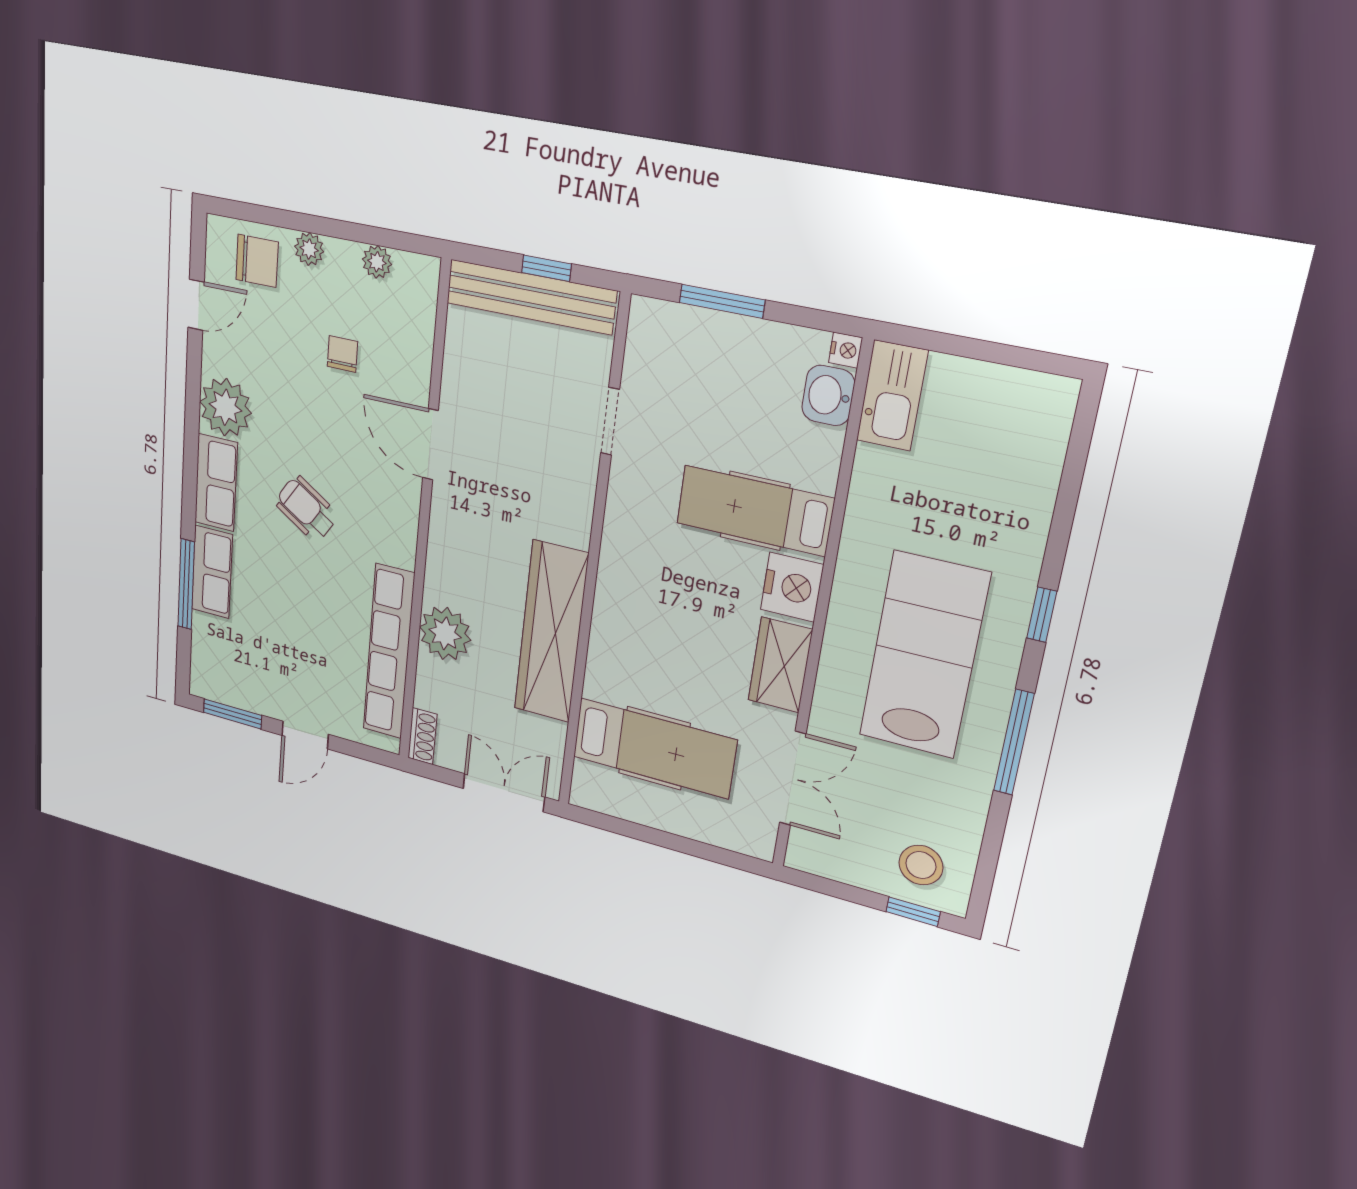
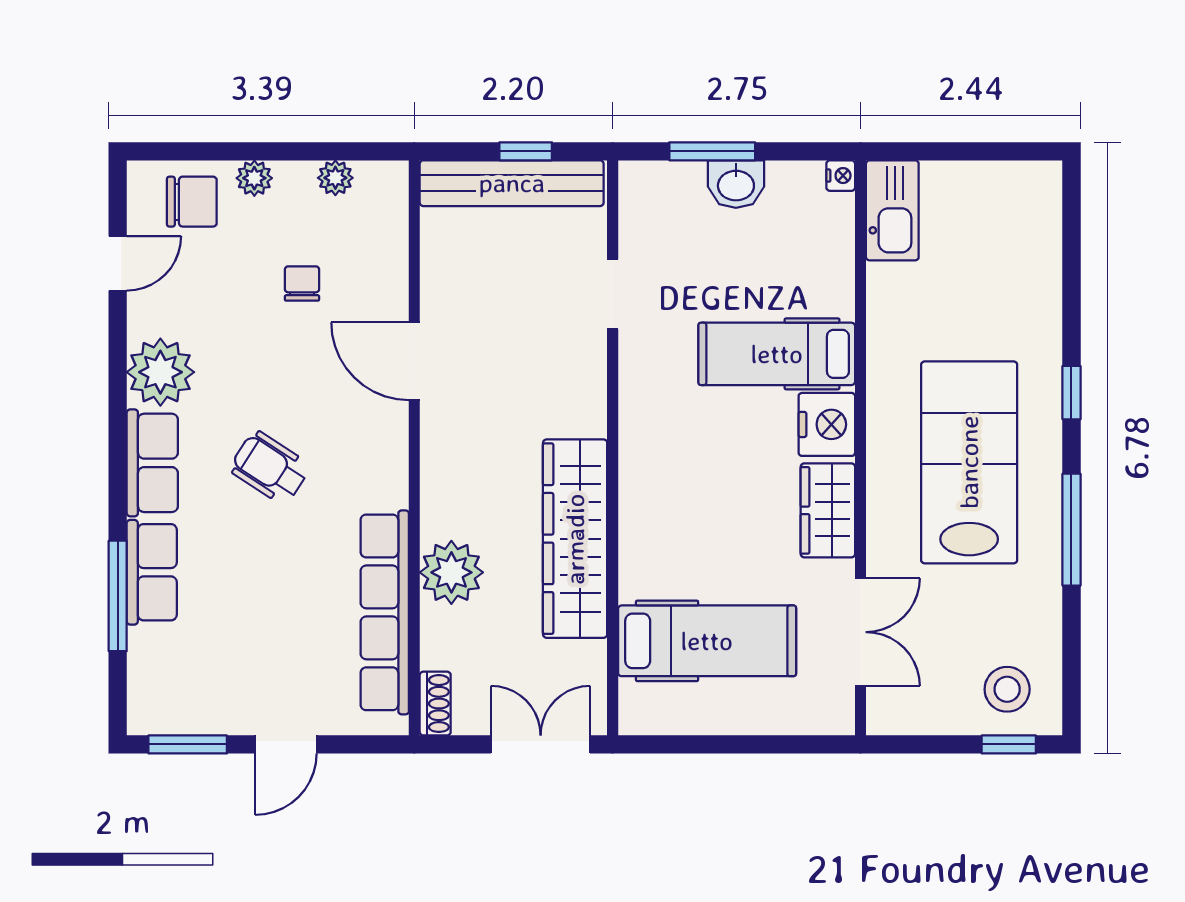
washbasin: (828, 395) -> (736, 184), moved, turned -90

